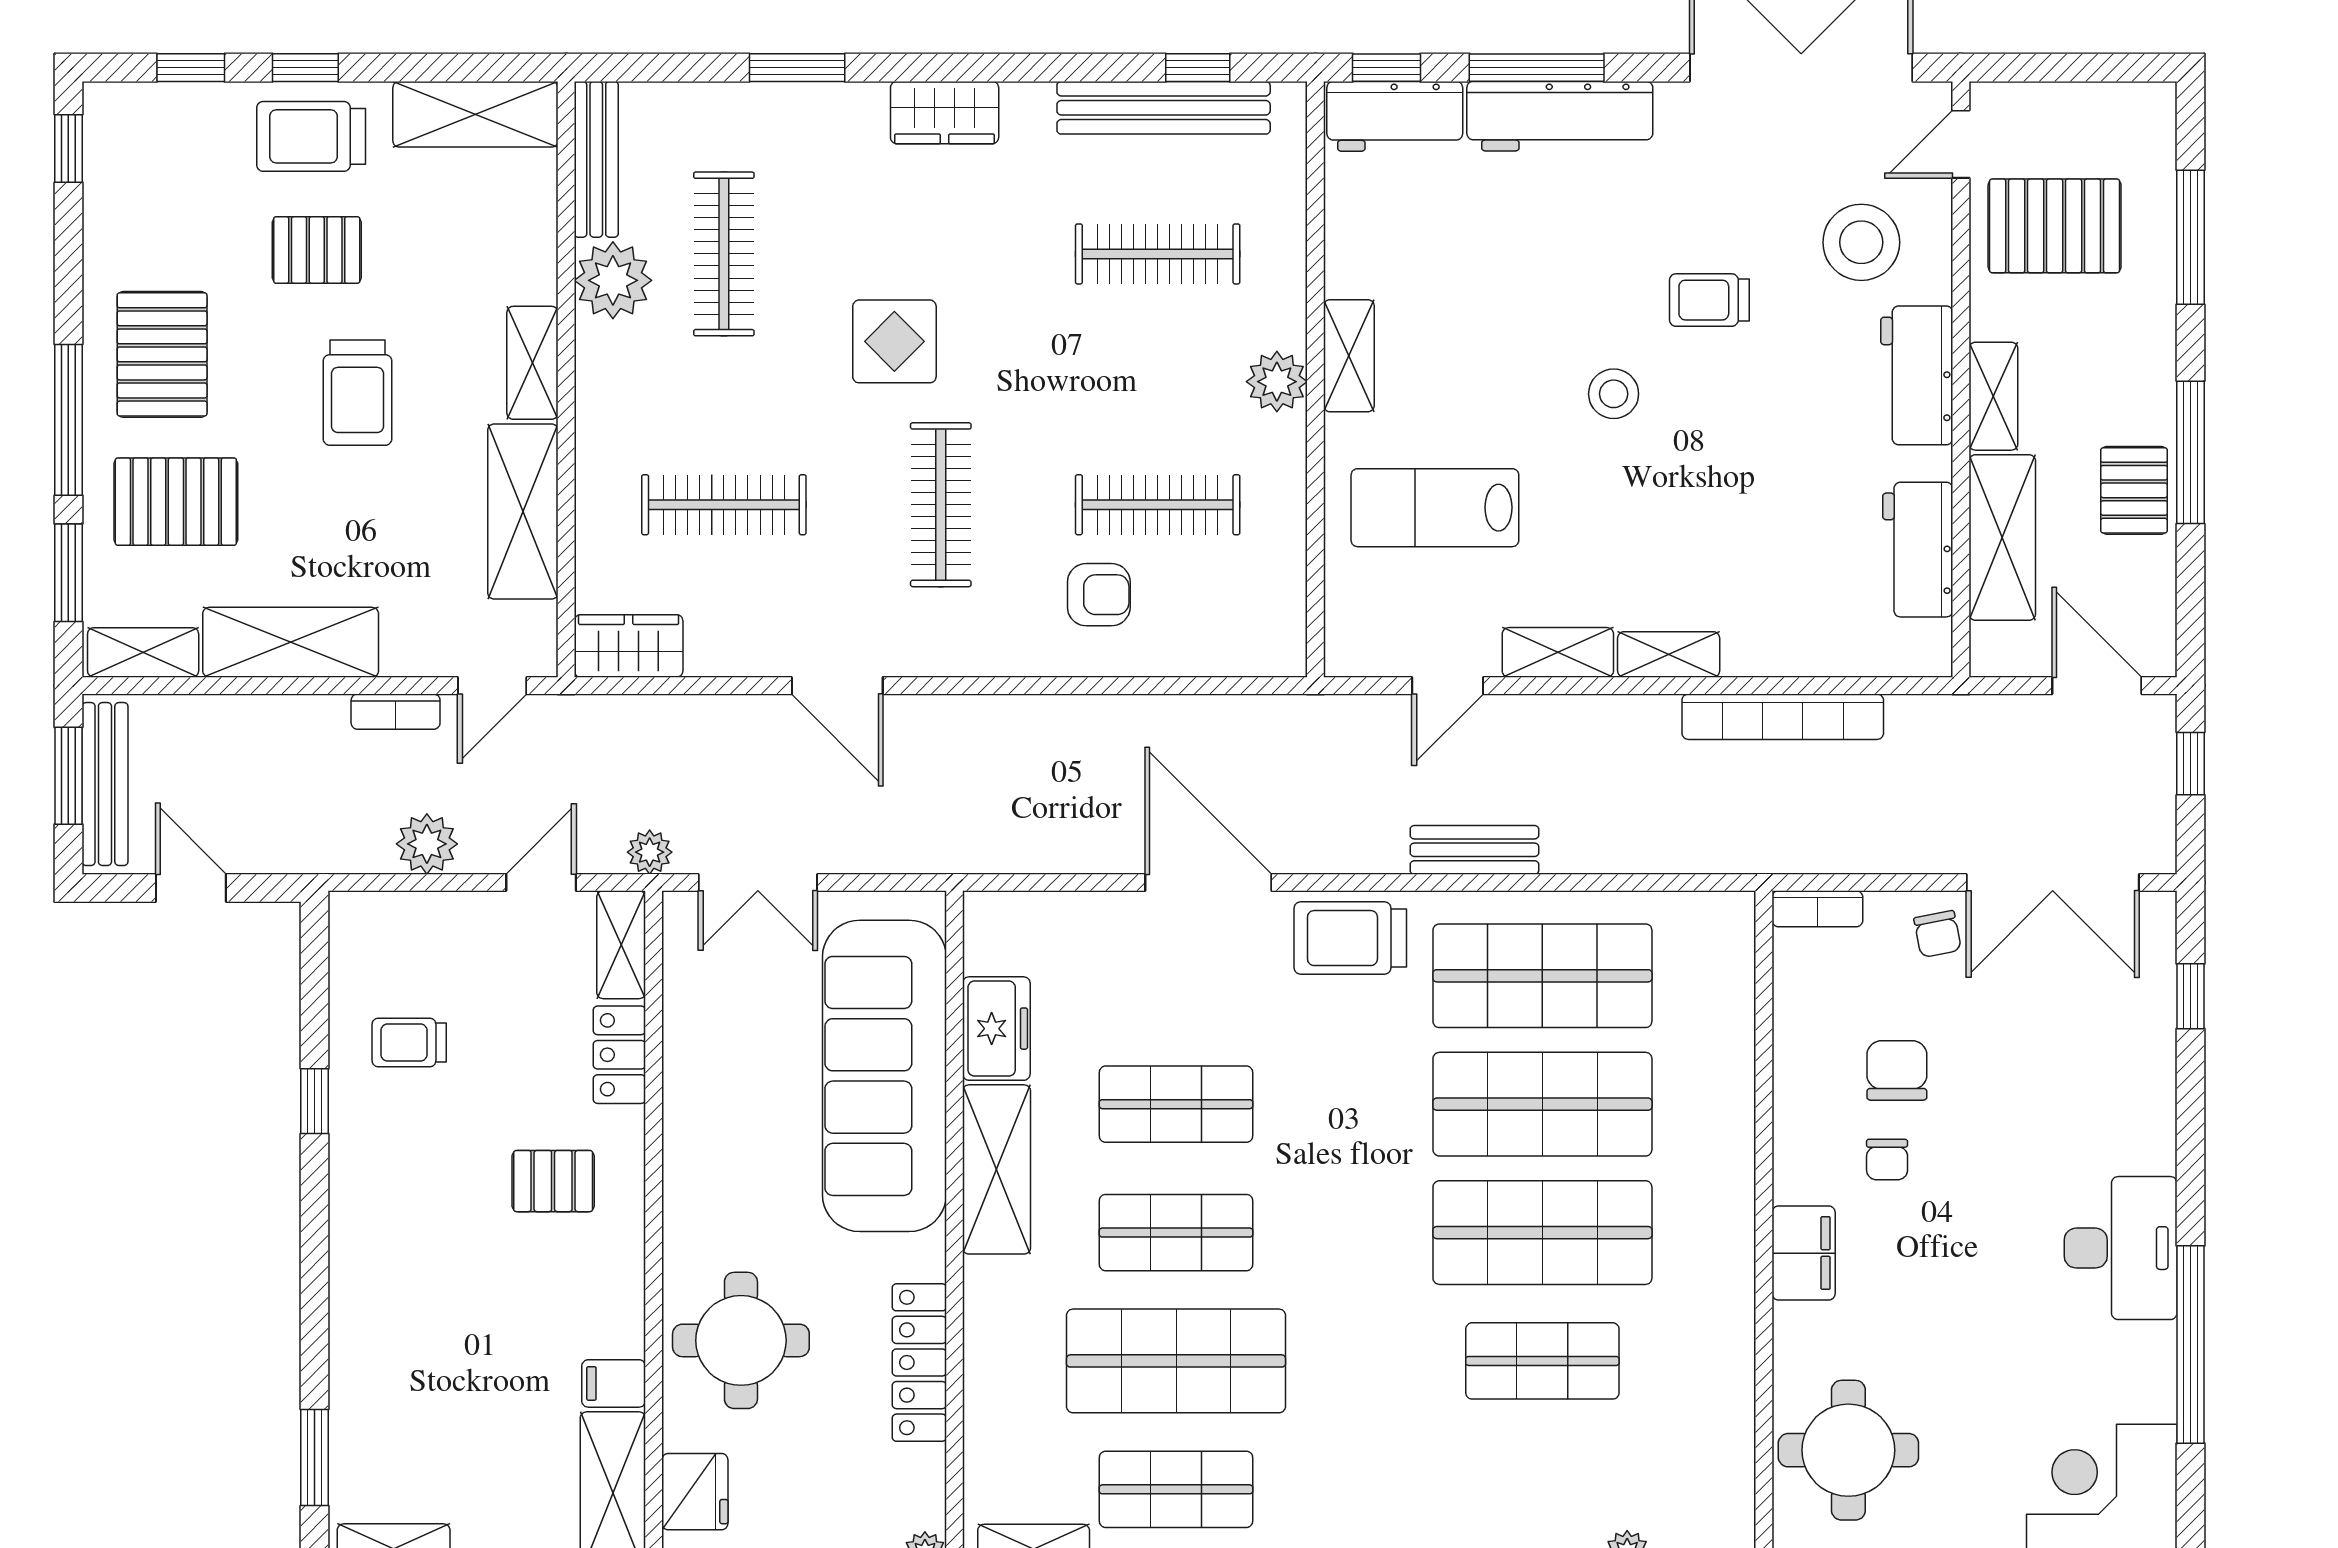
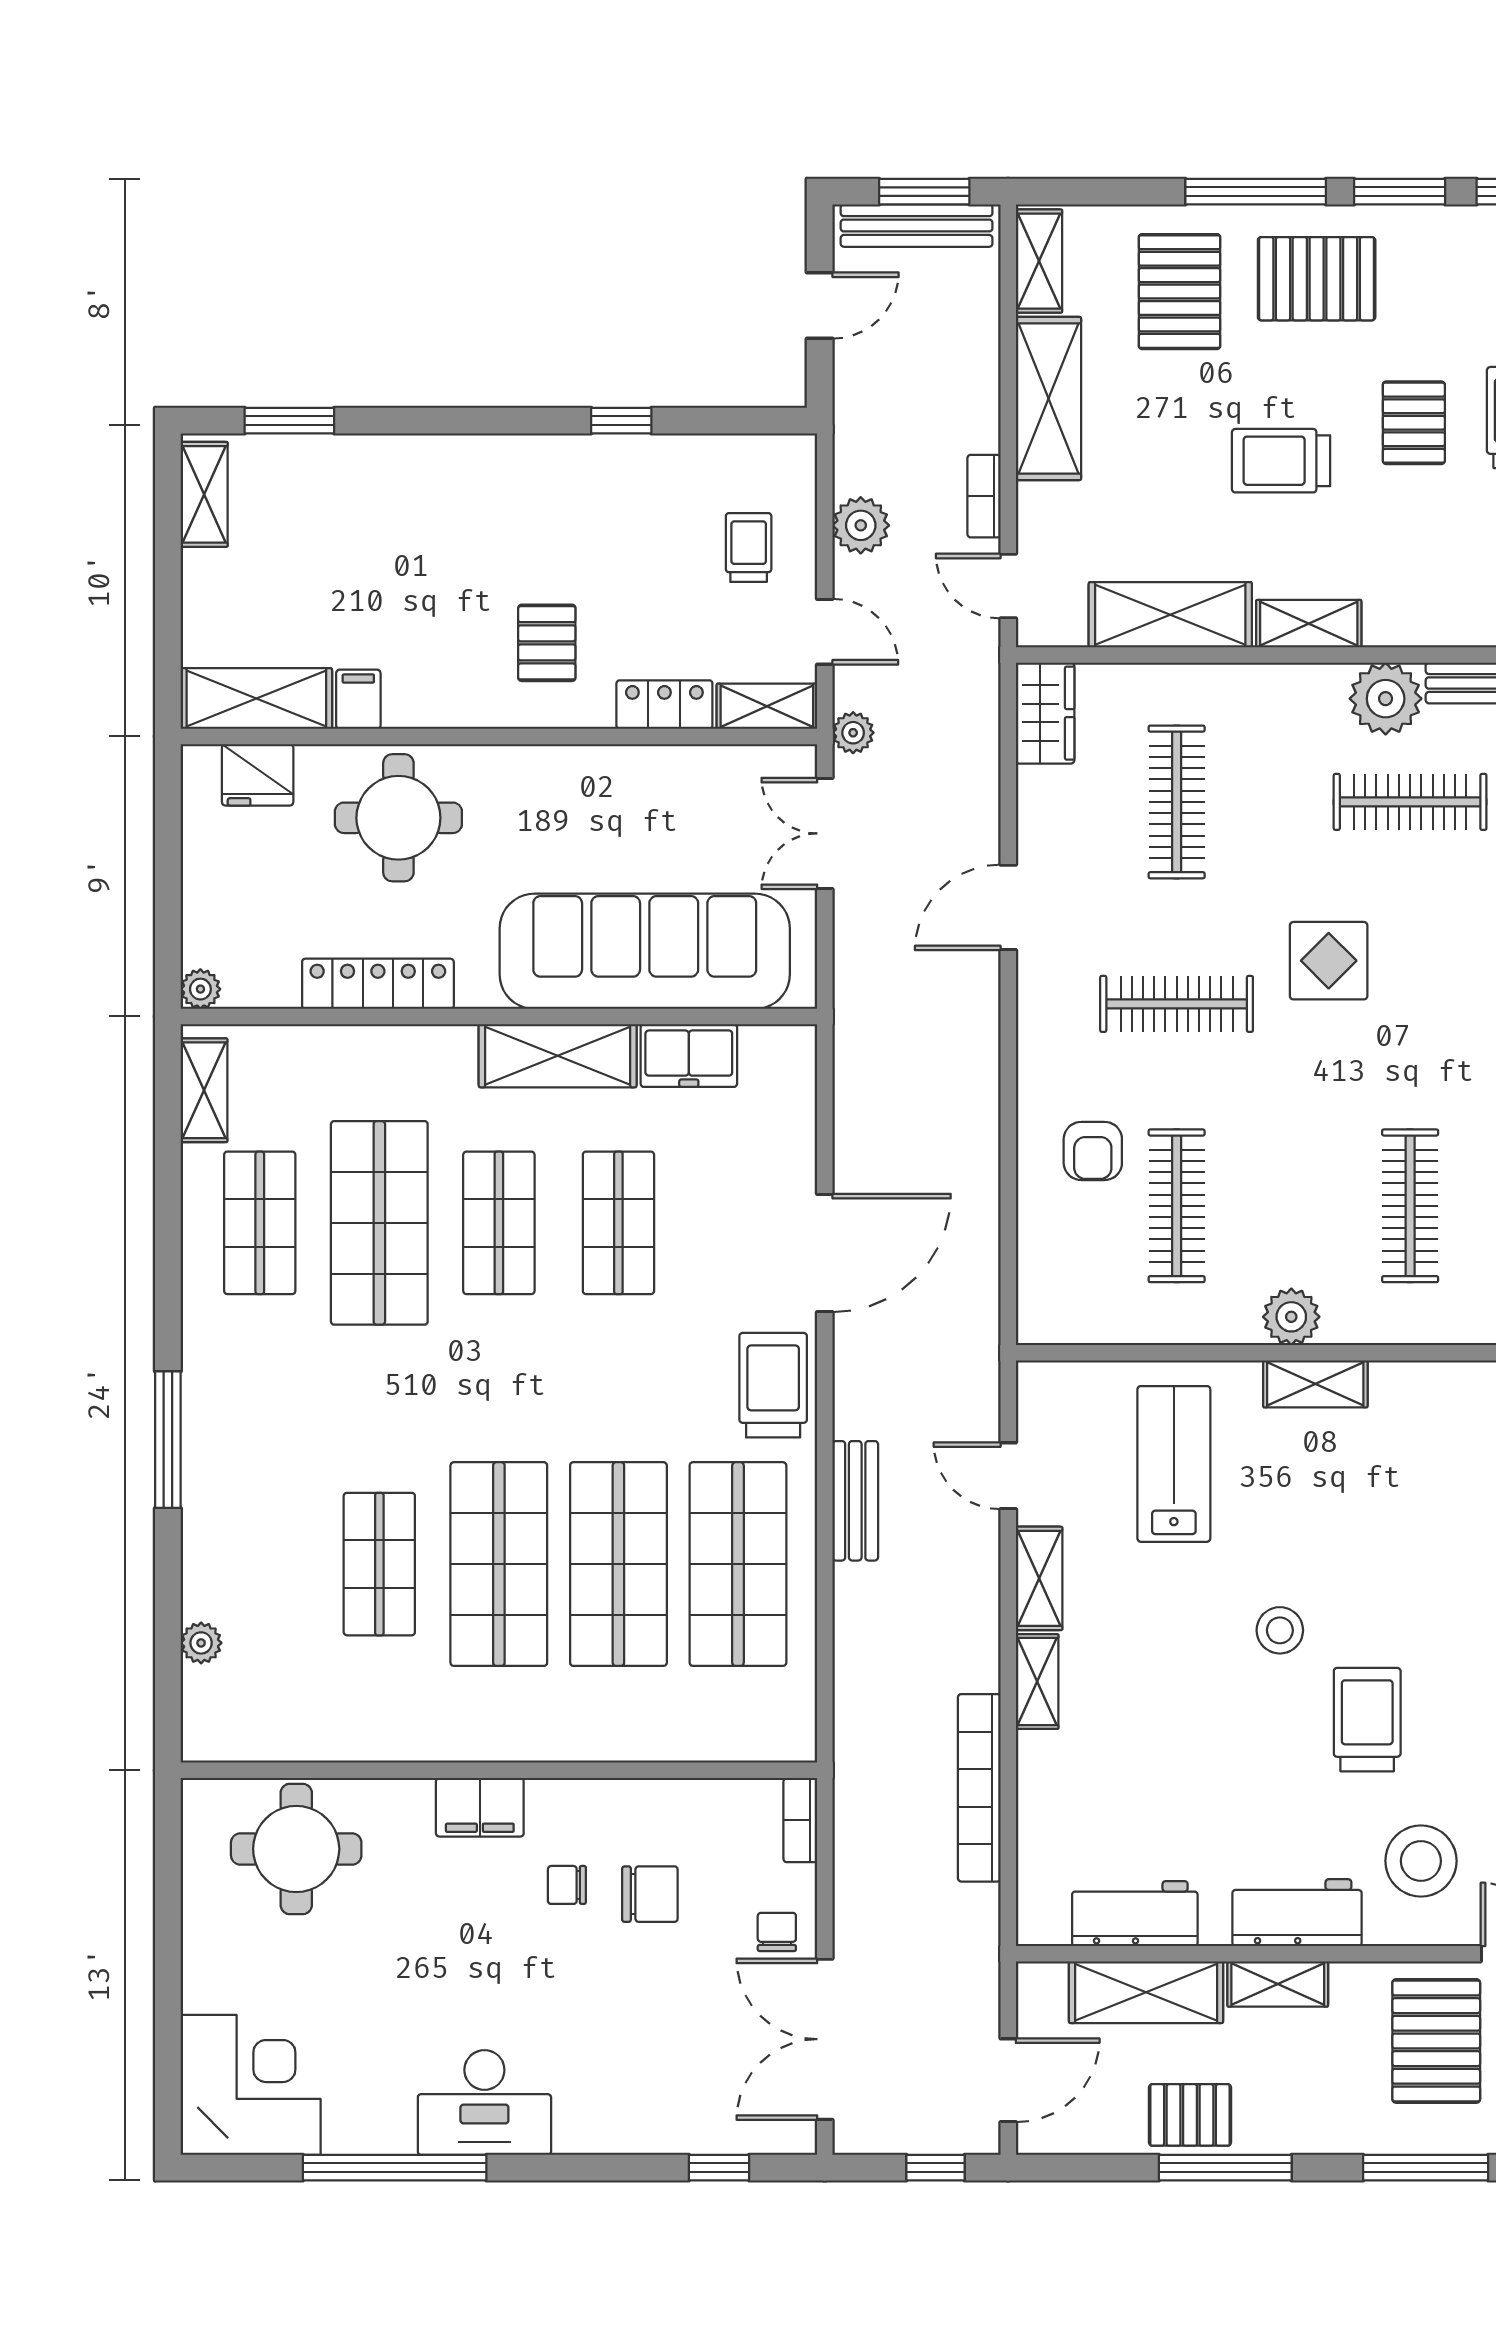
trolley: (1709, 300) -> (1367, 1720), width x1.36, depth x1.39
window: (68, 573) -> (1400, 192), moved
chair: (1938, 934) -> (777, 1932), turned 101
trolley: (409, 1042) -> (749, 547), moved

